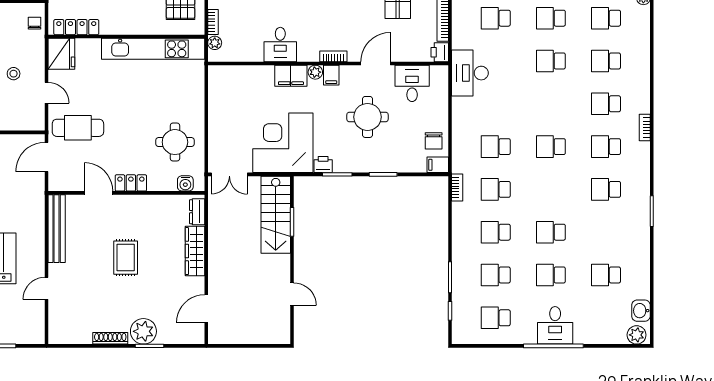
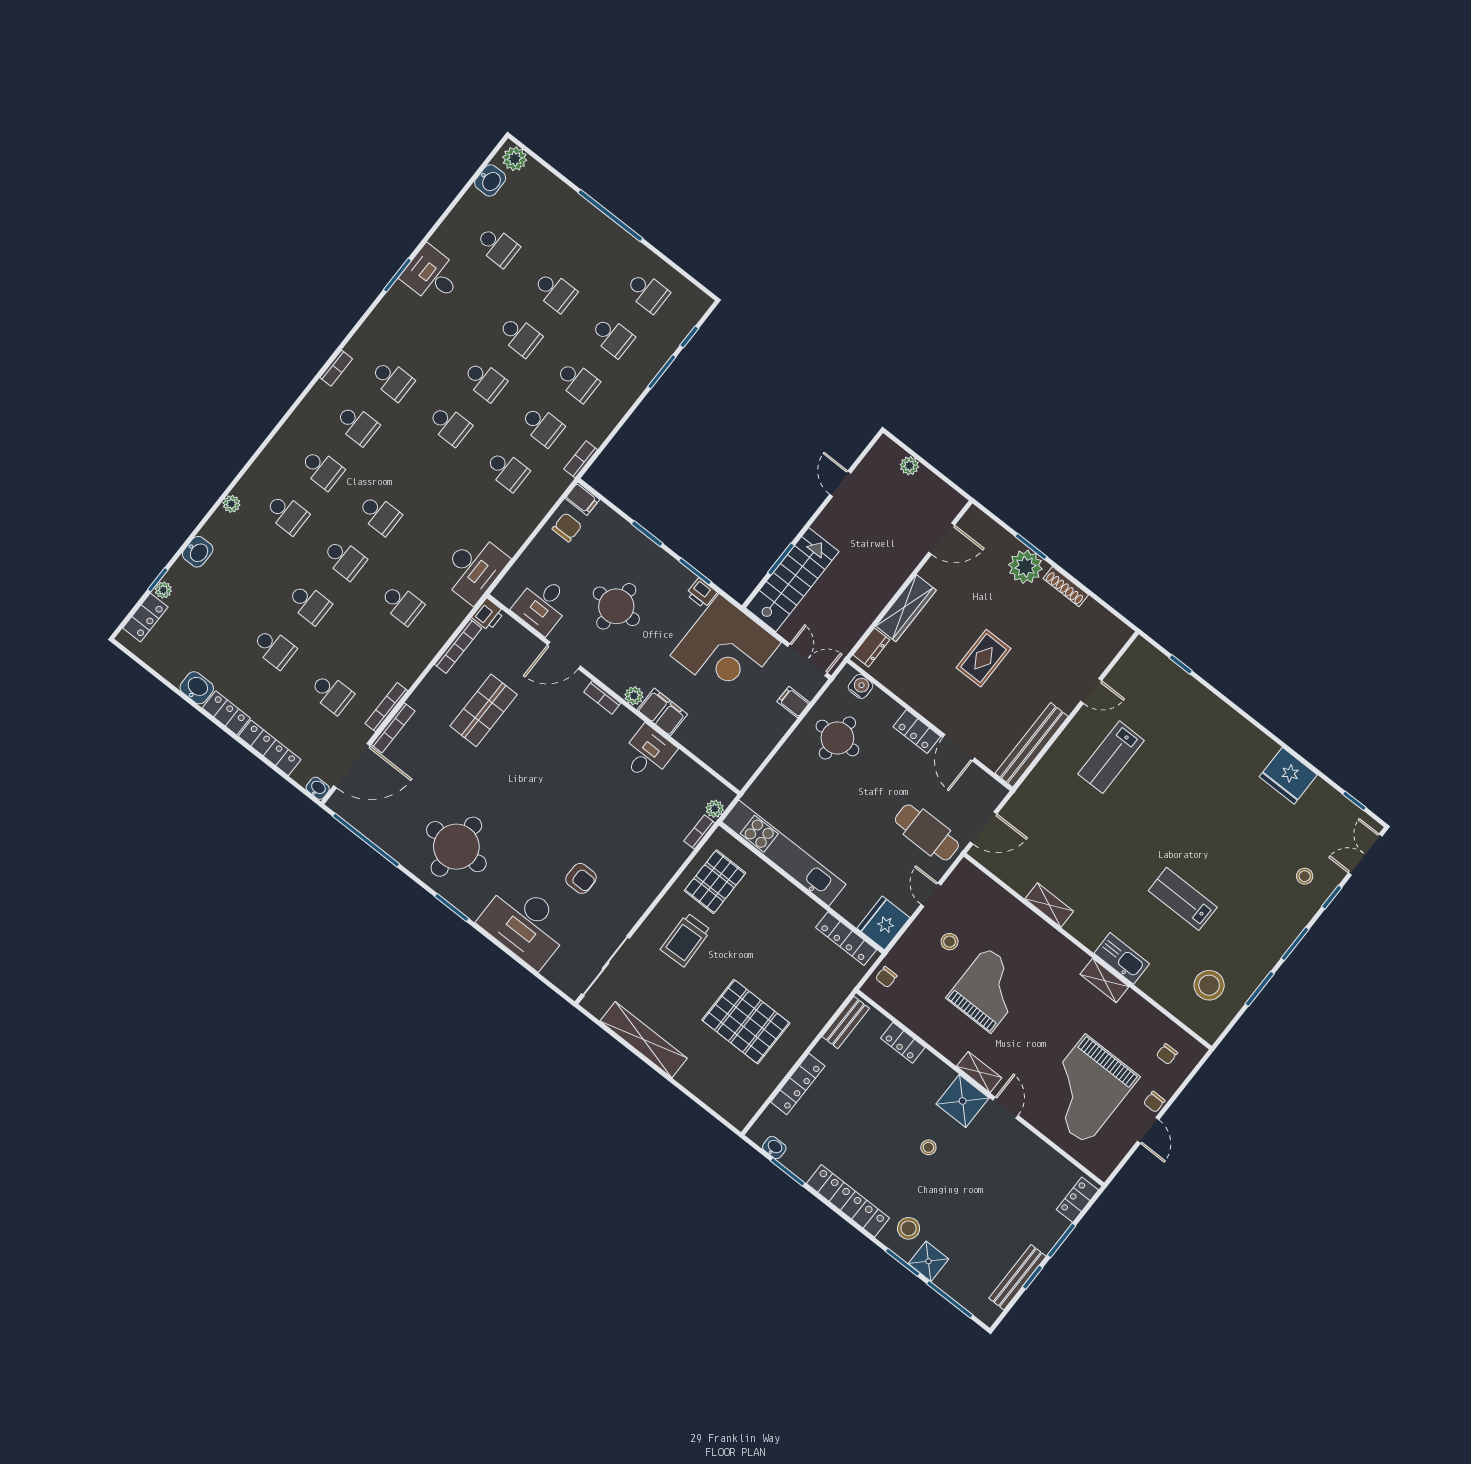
filing cabinet: (331, 75) -> (793, 702), moved, turned -90
school desk: (606, 189) -> (485, 381), moved
desk: (555, 325) -> (432, 275), moved, turned -90
plant: (259, 337) -> (909, 466), added

